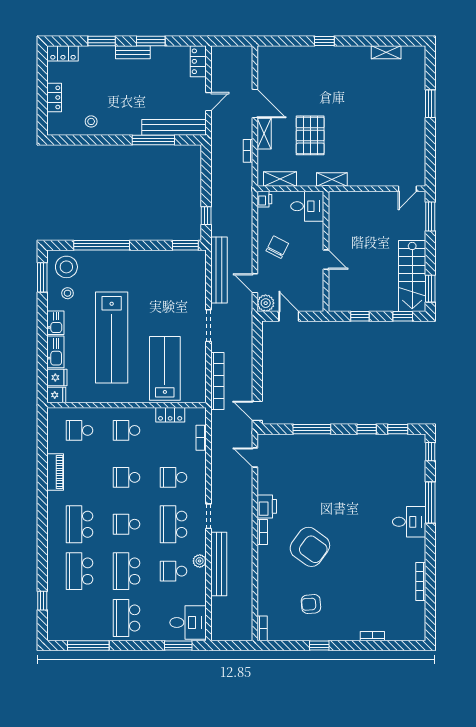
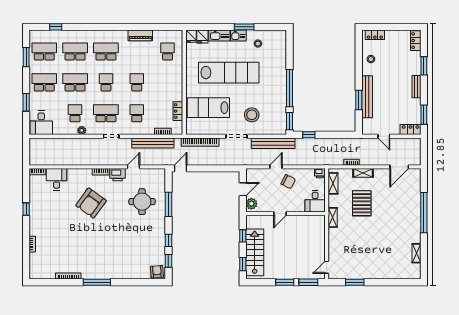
window: (151, 41) -> (424, 115), moved
window: (324, 41) -> (424, 213), width x3.17
locker: (54, 97) -> (375, 35), moved
door: (255, 104) -> (399, 167), moved
window: (430, 104) -> (355, 282), moved
bench: (174, 127) -> (367, 97), moved
pallet: (310, 135) -> (362, 203), turned 90
window: (153, 140) -> (359, 100), width x0.69
door: (407, 189) -> (327, 267), hinge flipped
window: (102, 245) -> (290, 88), moved
stool: (66, 267) -> (252, 115), moved
stairs: (412, 276) -> (255, 252), moved, turned 90
window: (42, 277) -> (244, 27), moved
door: (255, 283) -> (276, 167), moved
window: (430, 289) -> (285, 282), moved
plant: (266, 303) -> (251, 204), moved
lab bench: (112, 338) -> (229, 73), turned 180
lab bench: (165, 368) -> (208, 108), turned 180
school desk: (127, 430) -> (44, 51), moved, width x1.85
window: (430, 452) -> (154, 282), removed
door: (255, 457) -> (133, 167), moved
round table: (308, 469) -> (142, 202), added
window: (430, 503) -> (97, 282), moved
desk: (409, 522) -> (57, 179), moved, turned 180
bench: (219, 564) -> (153, 143), moved
armchair: (311, 604) -> (157, 272), moved
window: (88, 646) -> (26, 57), width x0.69
window: (178, 646) -> (26, 102), moved

